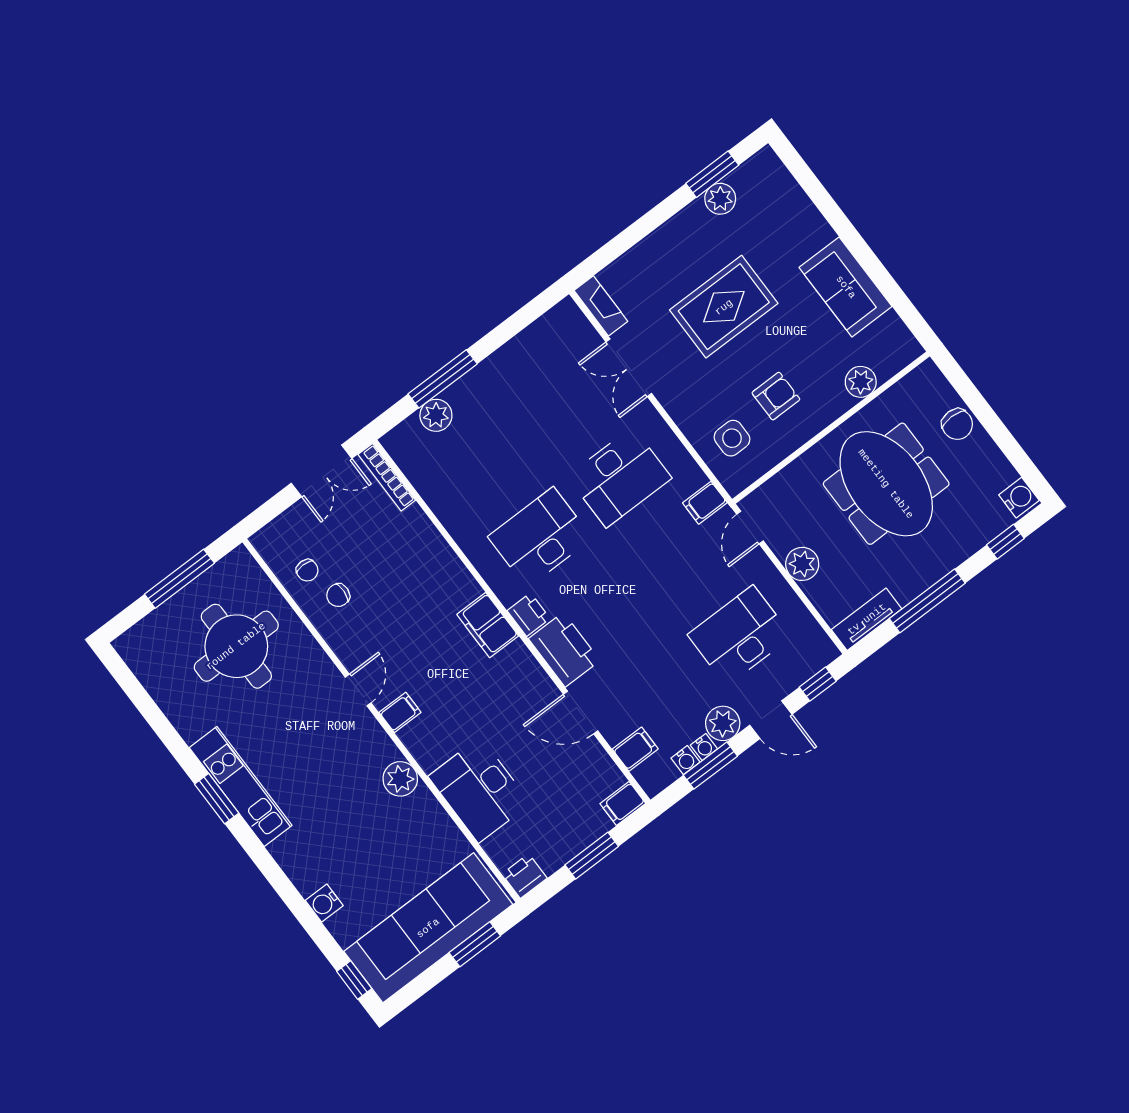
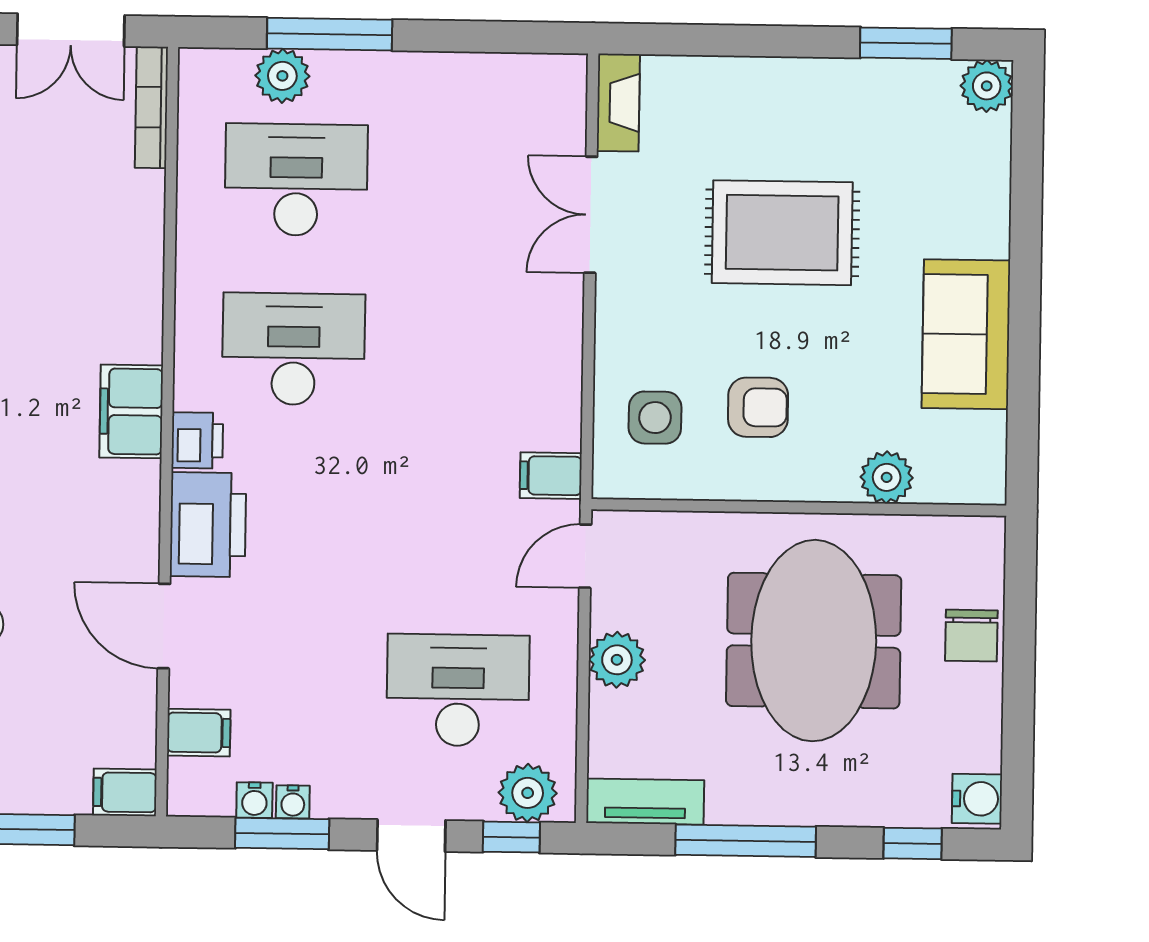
plant: (720, 199) -> (987, 86), moved
desk: (619, 477) -> (296, 180), moved, turned 180
plant: (723, 723) -> (528, 793), moved

